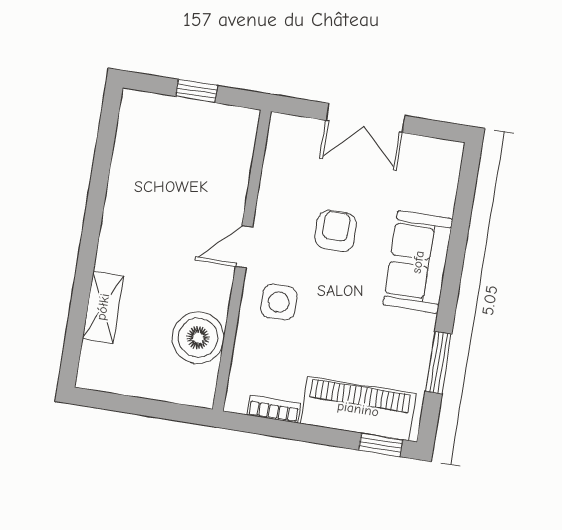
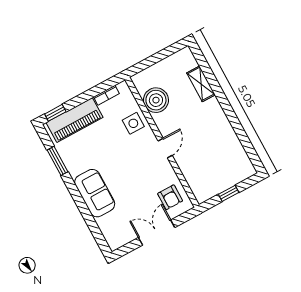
armchair: (336, 231) -> (170, 197), moved
side table: (279, 302) -> (133, 123), moved

